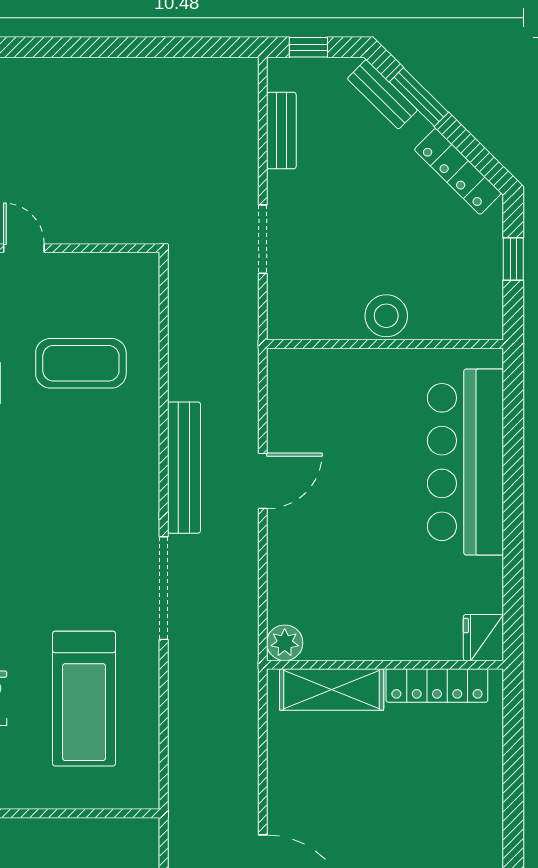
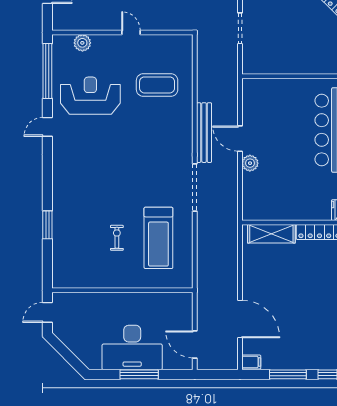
stool: (386, 316) -> (296, 63), removed
door: (263, 481) -> (240, 139), swing flipped
plant: (285, 643) -> (250, 163), moved

